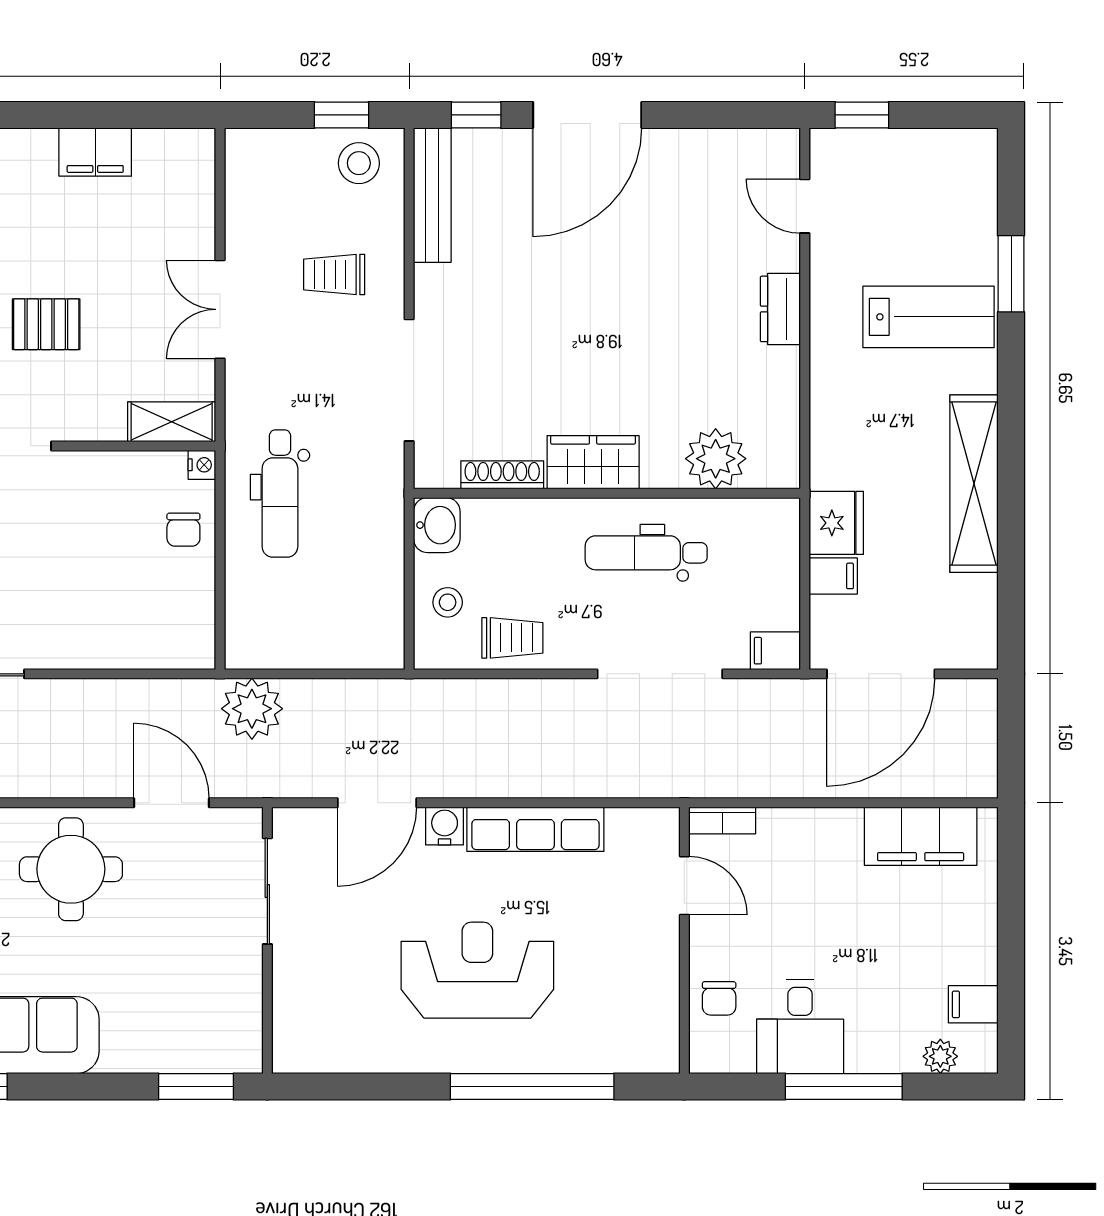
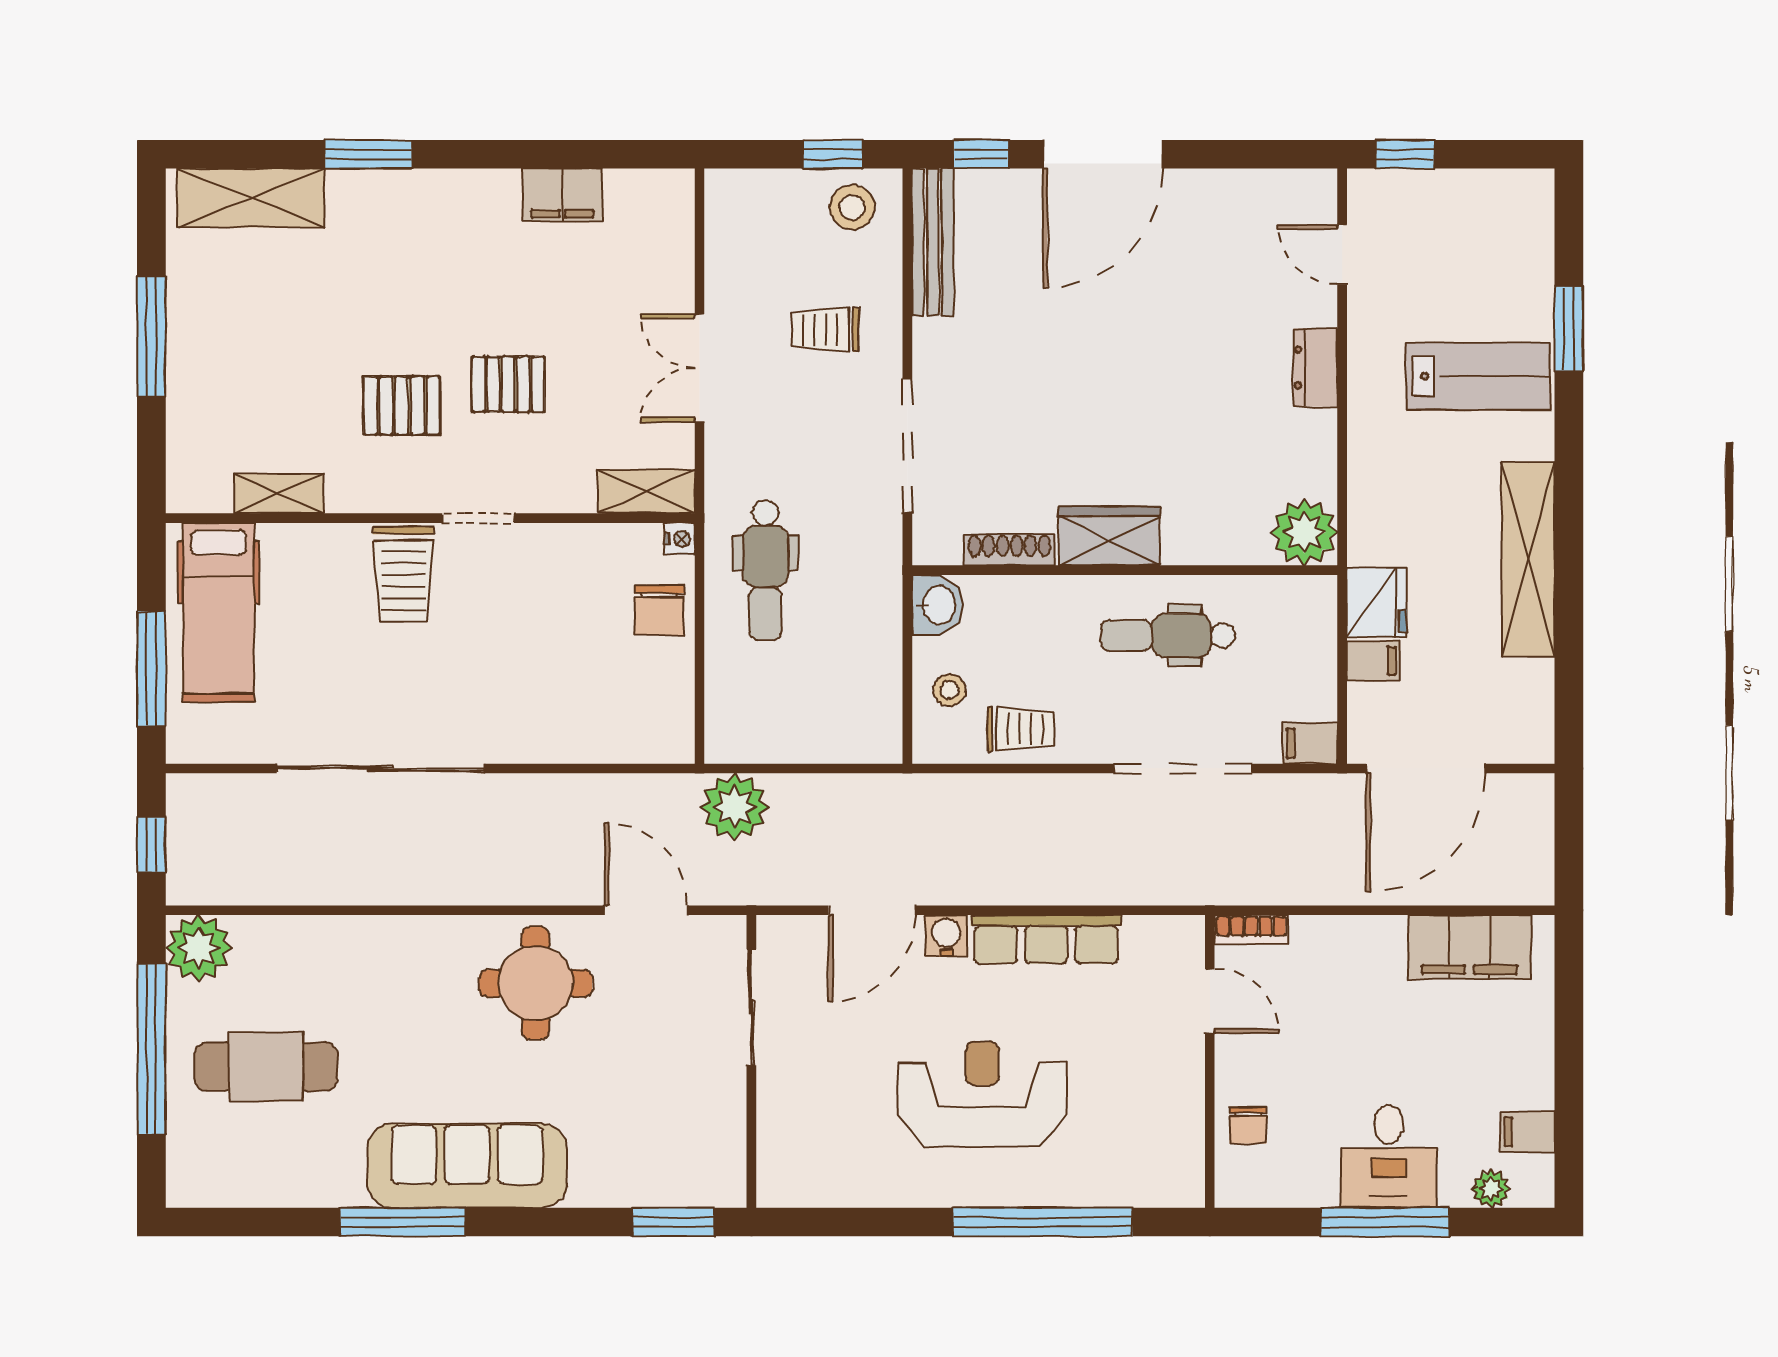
plant: (716, 459) -> (1304, 532), moved
chair: (183, 530) -> (659, 610), width x1.37, depth x1.37
desk: (800, 1027) -> (1389, 1156), moved

